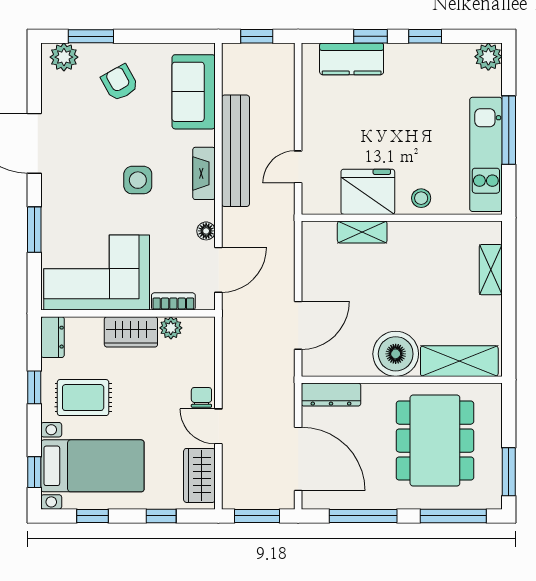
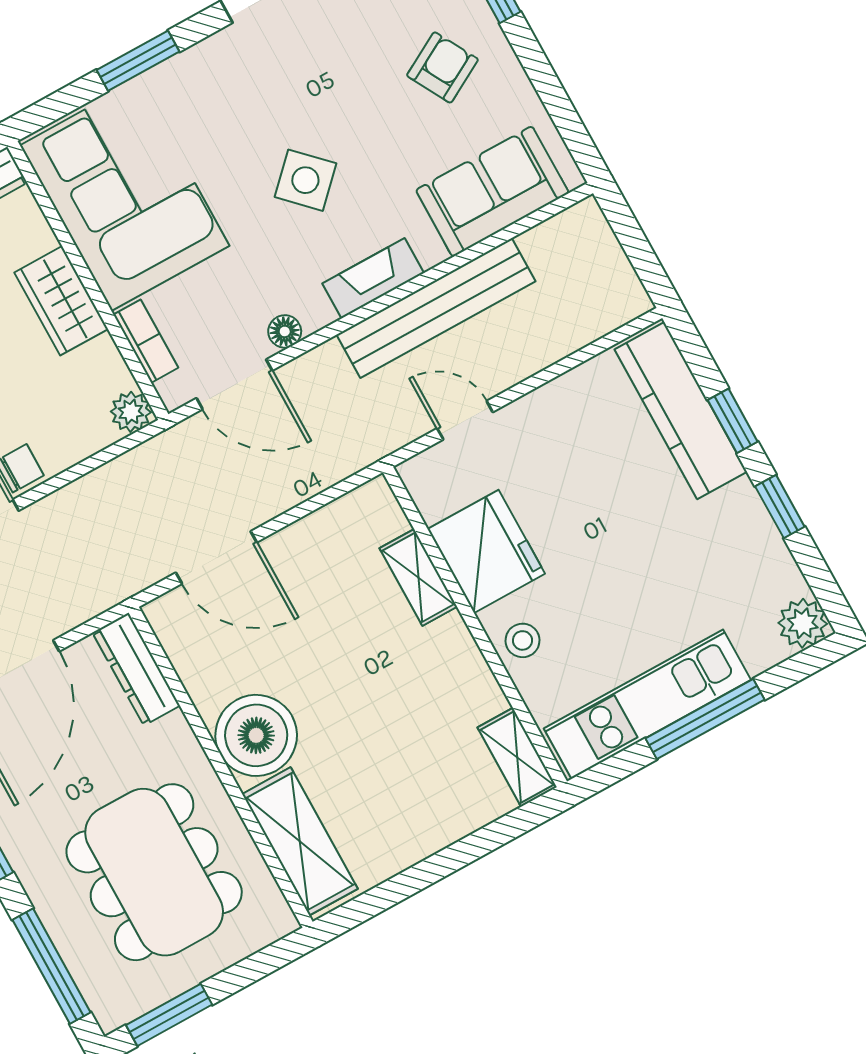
window: (257, 36) -> (634, 242), removed
kitchen counter: (352, 59) -> (681, 411), width x1.50
side table: (138, 180) -> (305, 180), turned 45
shelving: (491, 270) -> (517, 757), moved, turned 90
plant: (171, 328) -> (131, 412), moved
dining table: (435, 441) -> (154, 872), turned 90

